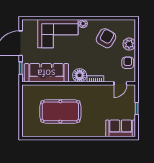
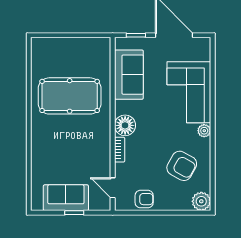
plant: (129, 44) -> (201, 201), moved
sofa: (46, 73) -> (129, 75), width x0.73
pool table: (60, 111) -> (70, 96), turned 90
sofa: (121, 128) -> (66, 198), moved, turned -90

